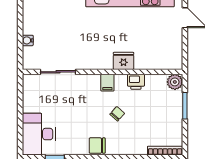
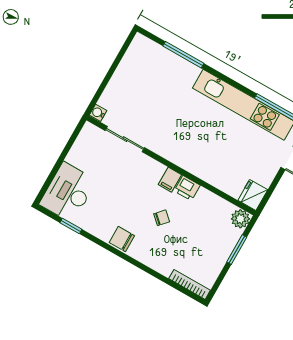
water cooler: (28, 40) -> (98, 113), moved
fridge: (124, 61) -> (253, 195), moved, turned -90
printer: (136, 82) -> (187, 188), moved

